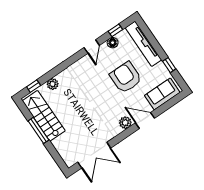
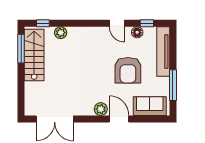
door: (92, 47) -> (117, 23), hinge flipped
window: (169, 65) -> (173, 85), width x2.17
armchair: (126, 77) -> (128, 70), turned 180
window: (38, 130) -> (21, 49), moved

